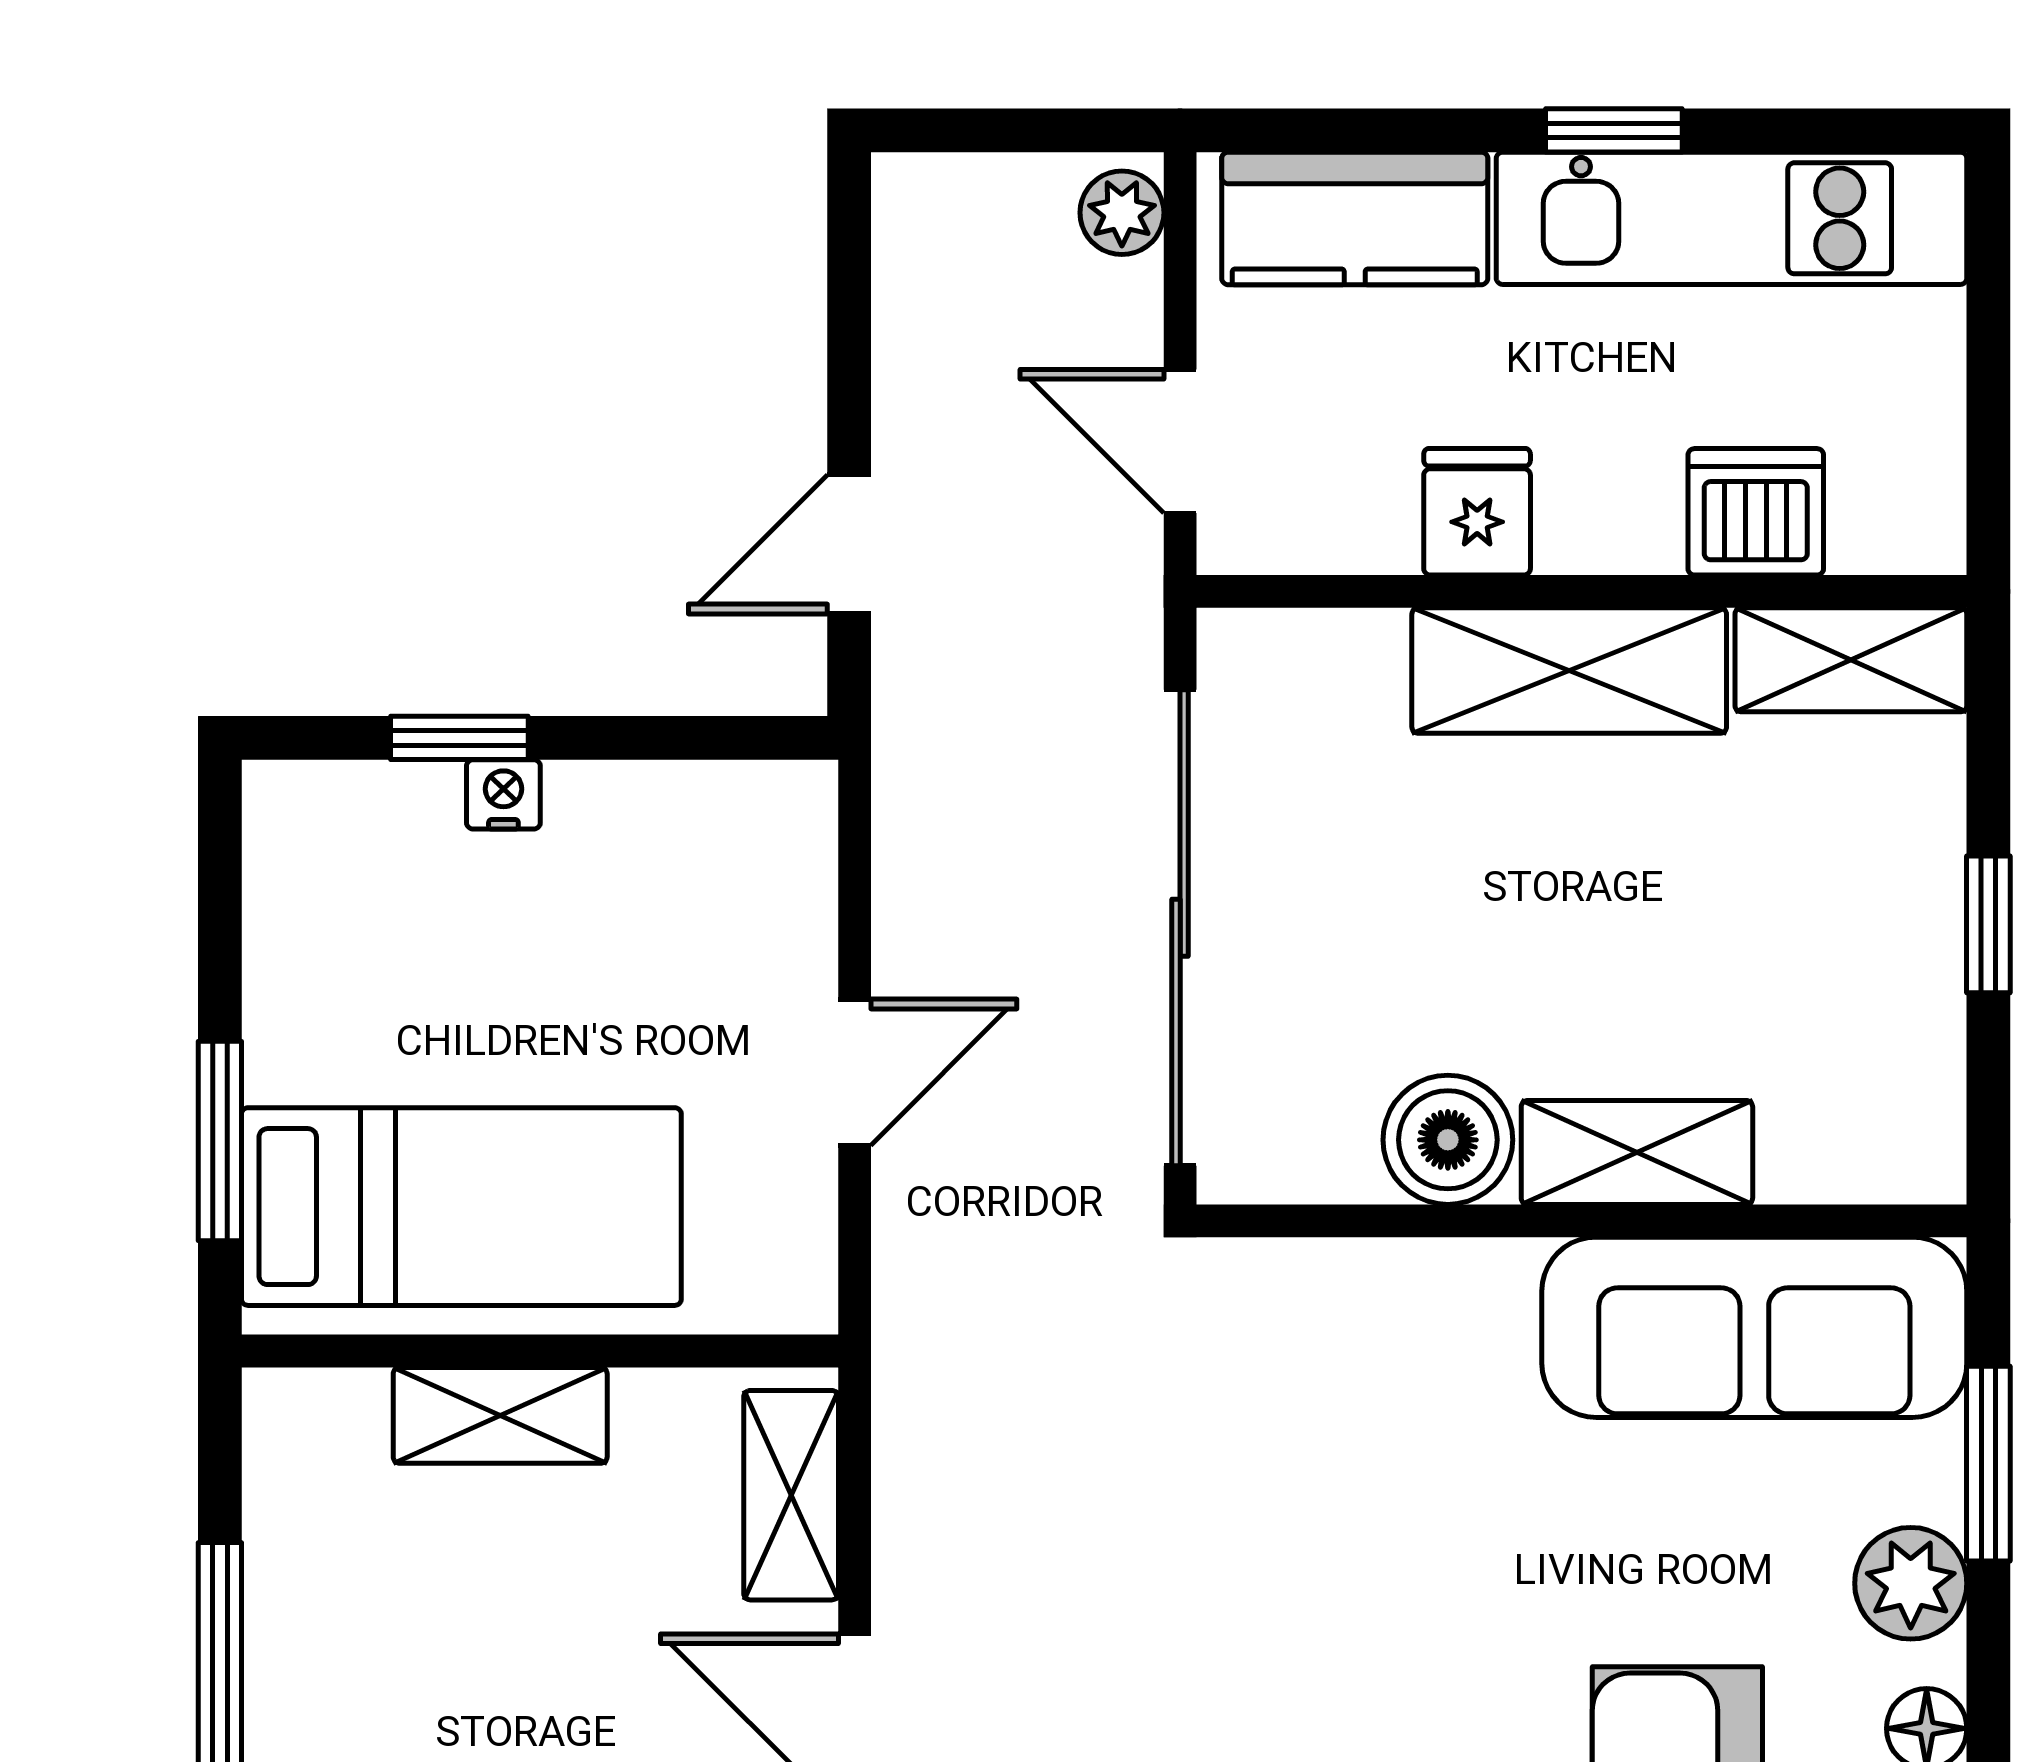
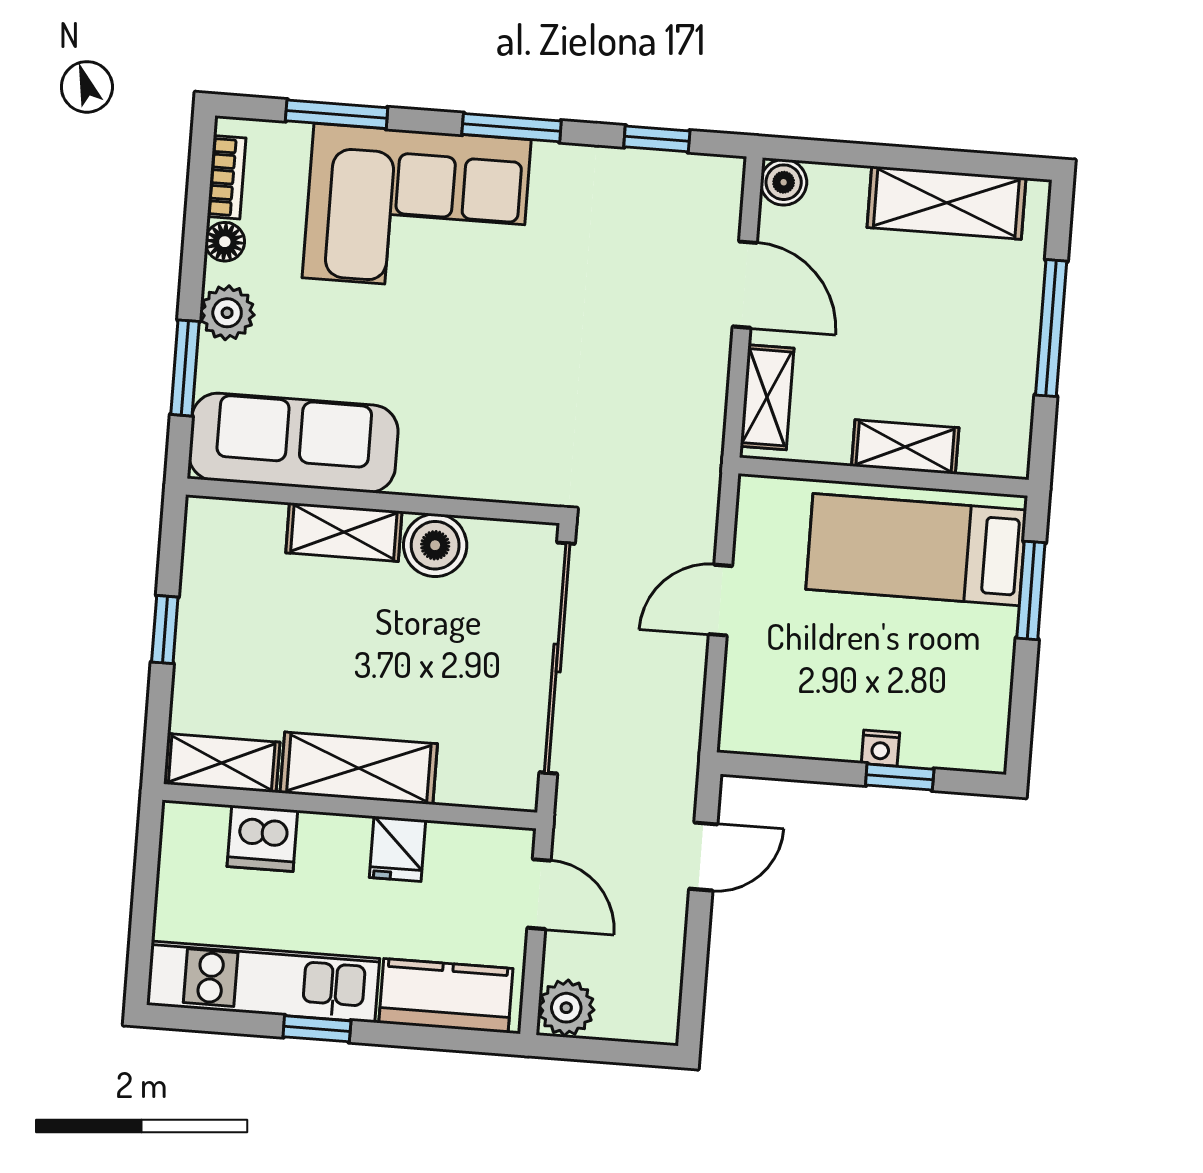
plant: (1122, 213) -> (566, 1008), width x1.38, depth x1.38

